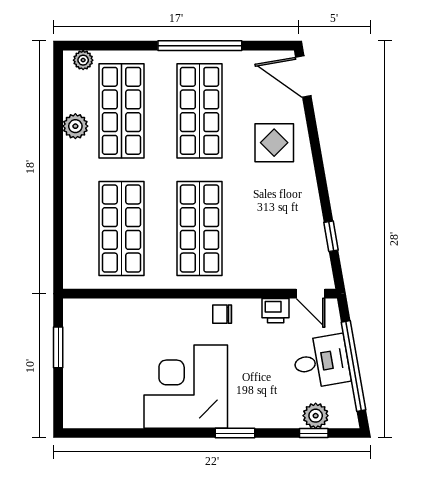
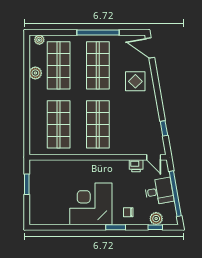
chair: (222, 314) -> (128, 212), moved

